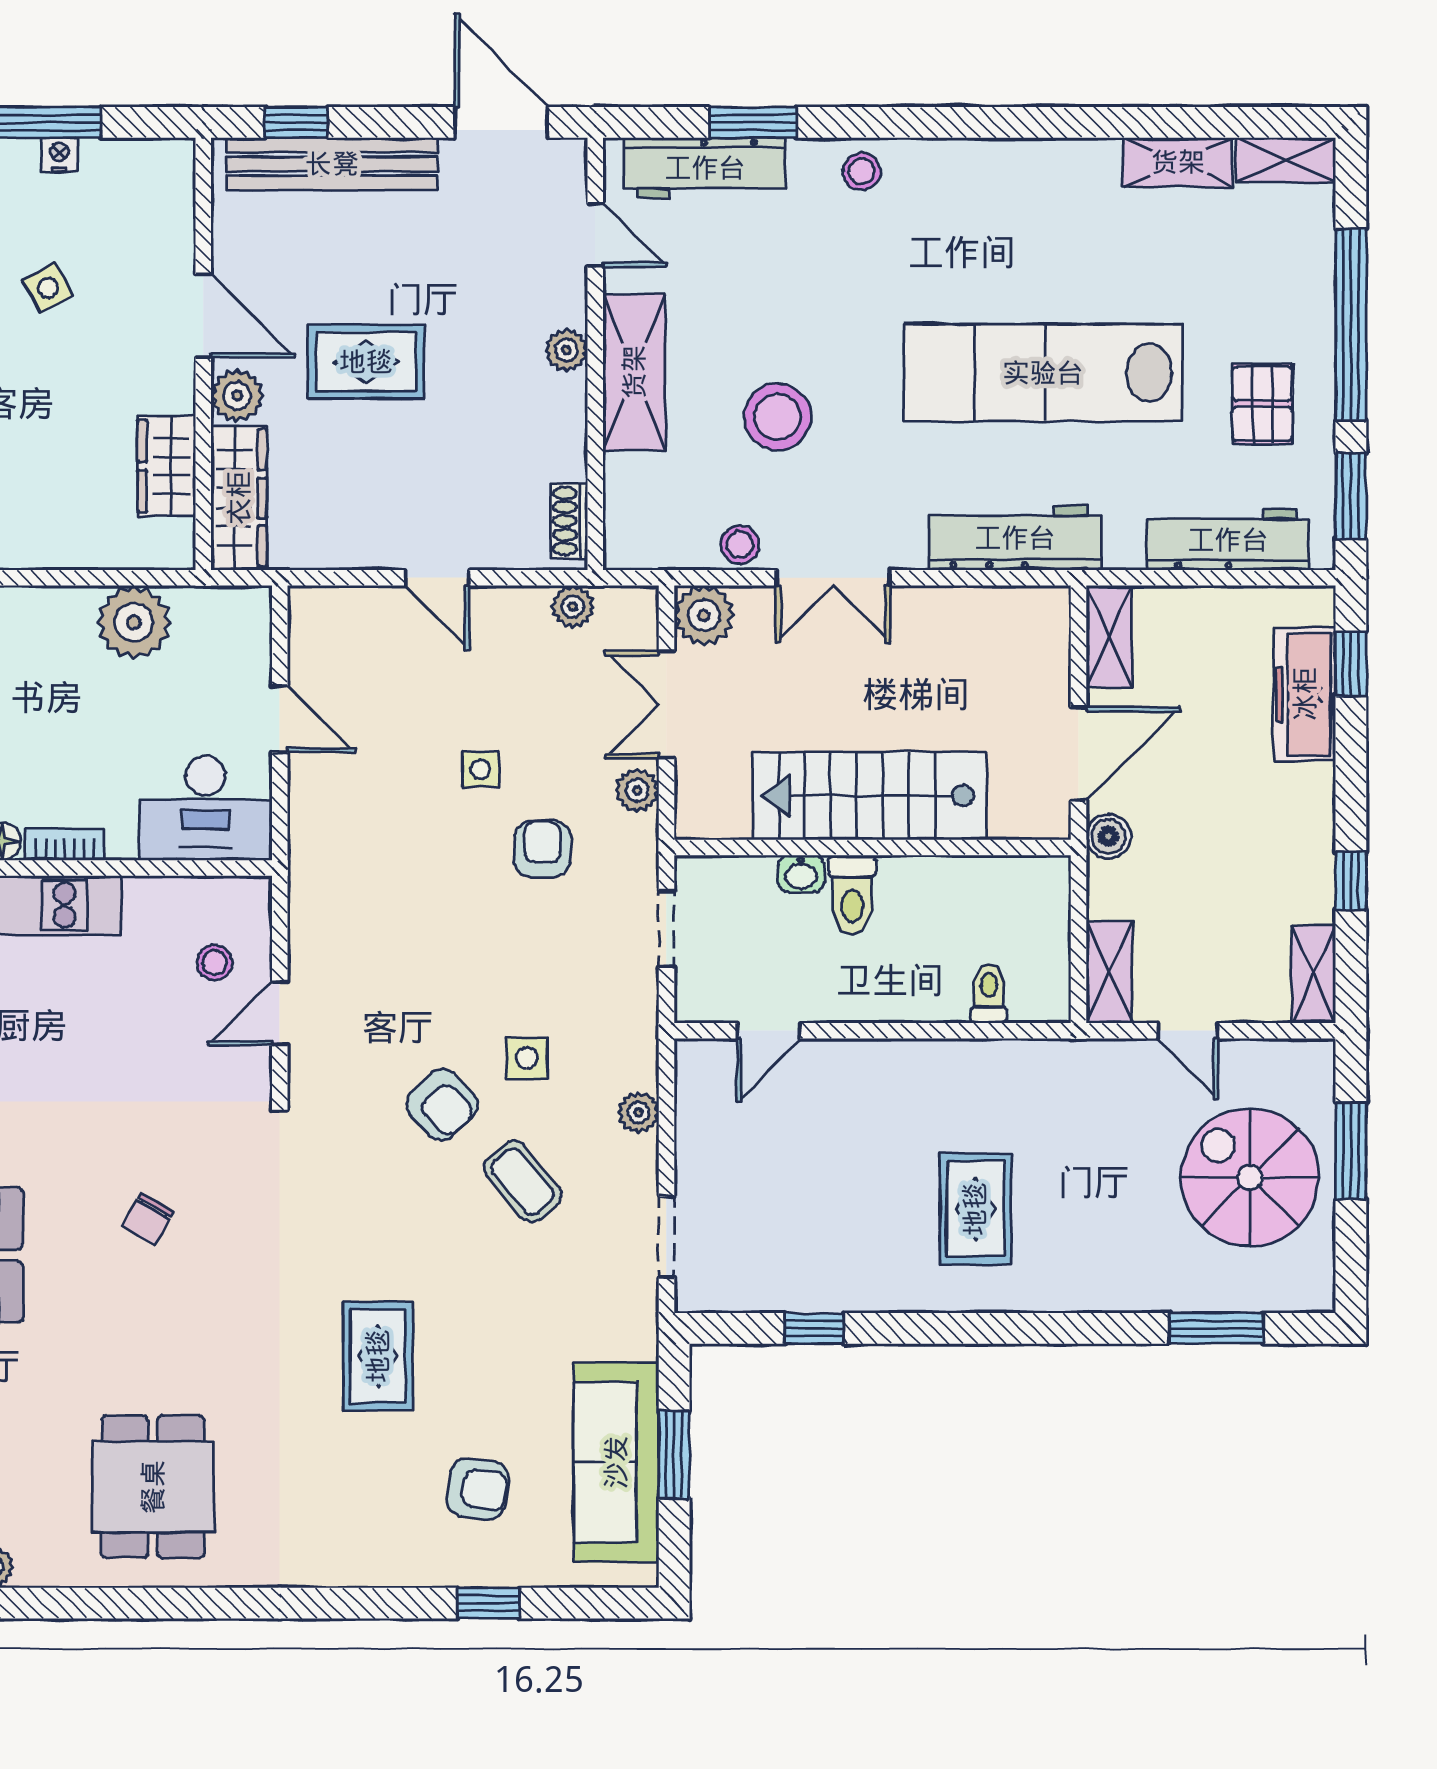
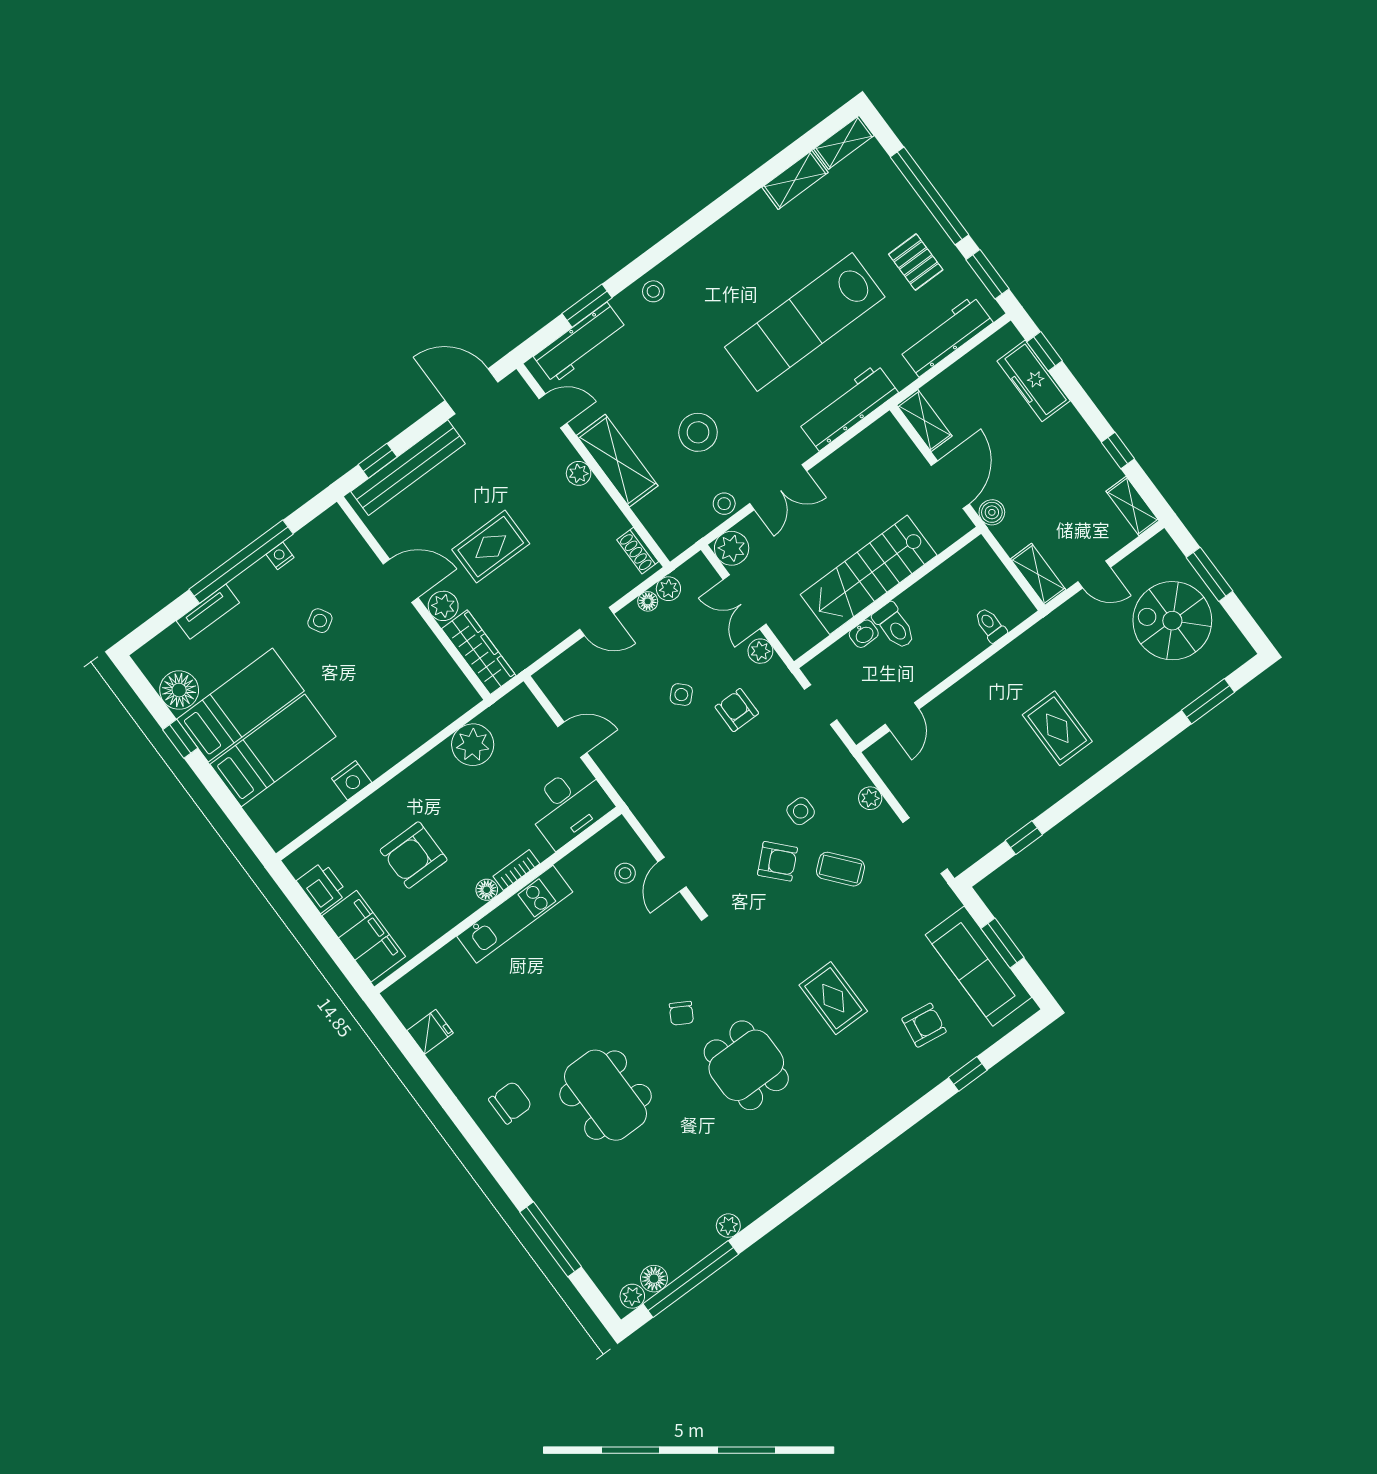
wardrobe: (167, 466) -> (435, 662), removed
floor lamp: (530, 603) -> (648, 601), added
side table: (480, 769) -> (681, 695), turned 45
doorway: (666, 1237) -> (925, 846), width x1.38
dining table: (153, 1487) -> (746, 1065), moved

